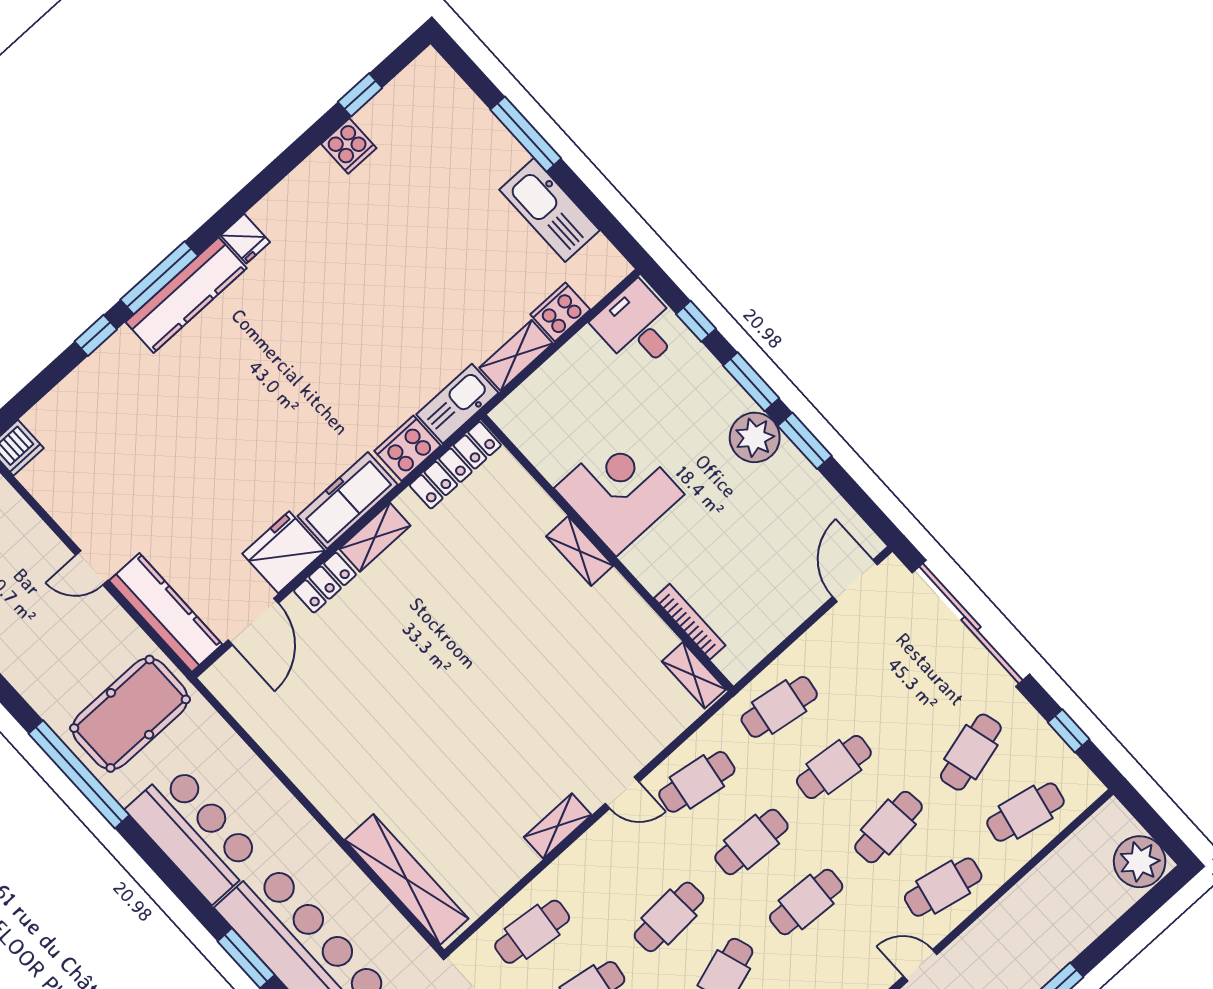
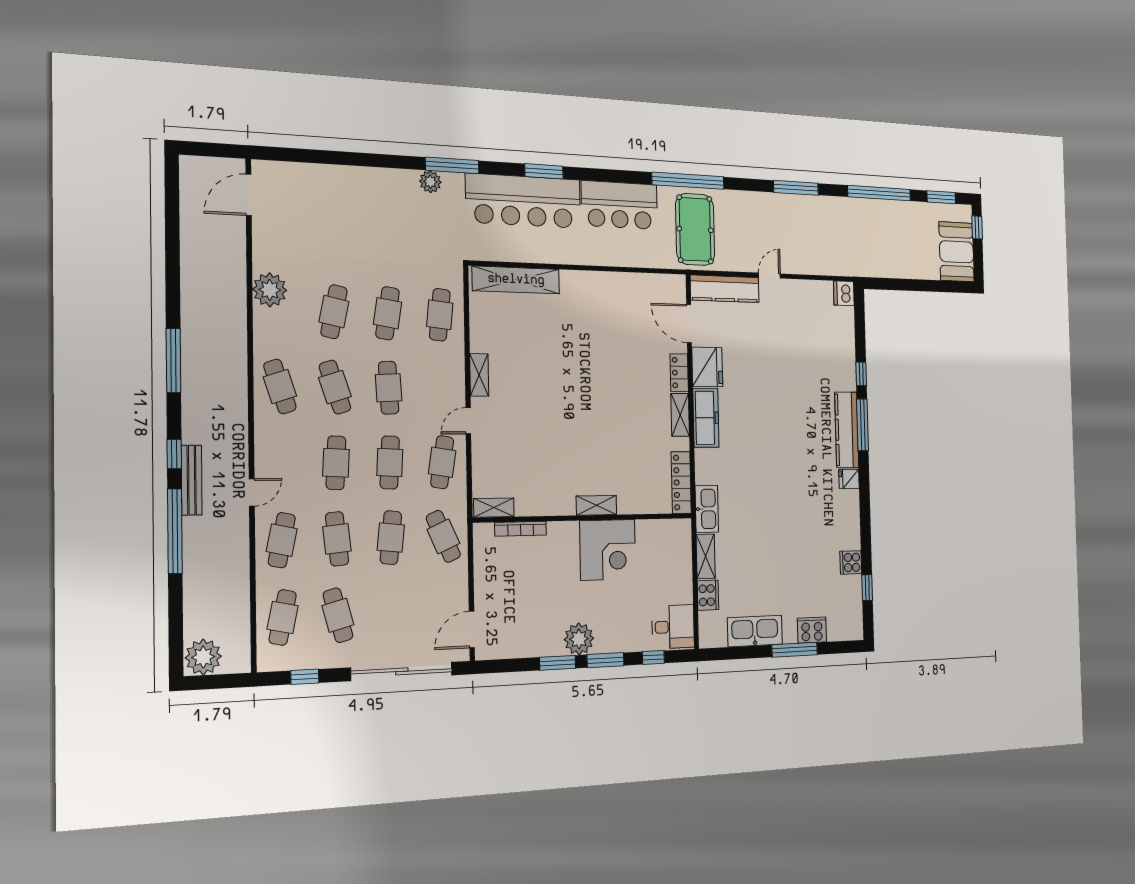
cooker: (408, 448) -> (812, 630), moved, turned -90
door: (855, 581) -> (472, 629), swing flipped
cafe table: (779, 707) -> (443, 536), turned -33

